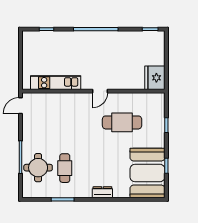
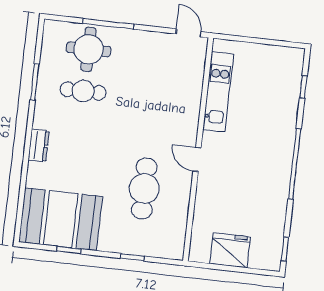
fridge: (155, 78) -> (230, 250), moved

